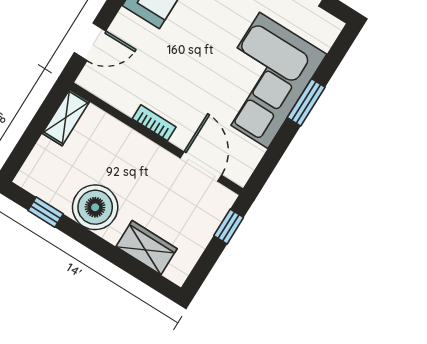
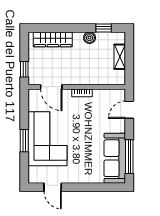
shelving: (66, 118) -> (120, 57), moved
boiler: (95, 207) -> (90, 38), width x0.54, depth x0.54
wardrobe: (147, 248) -> (53, 39), width x1.50

